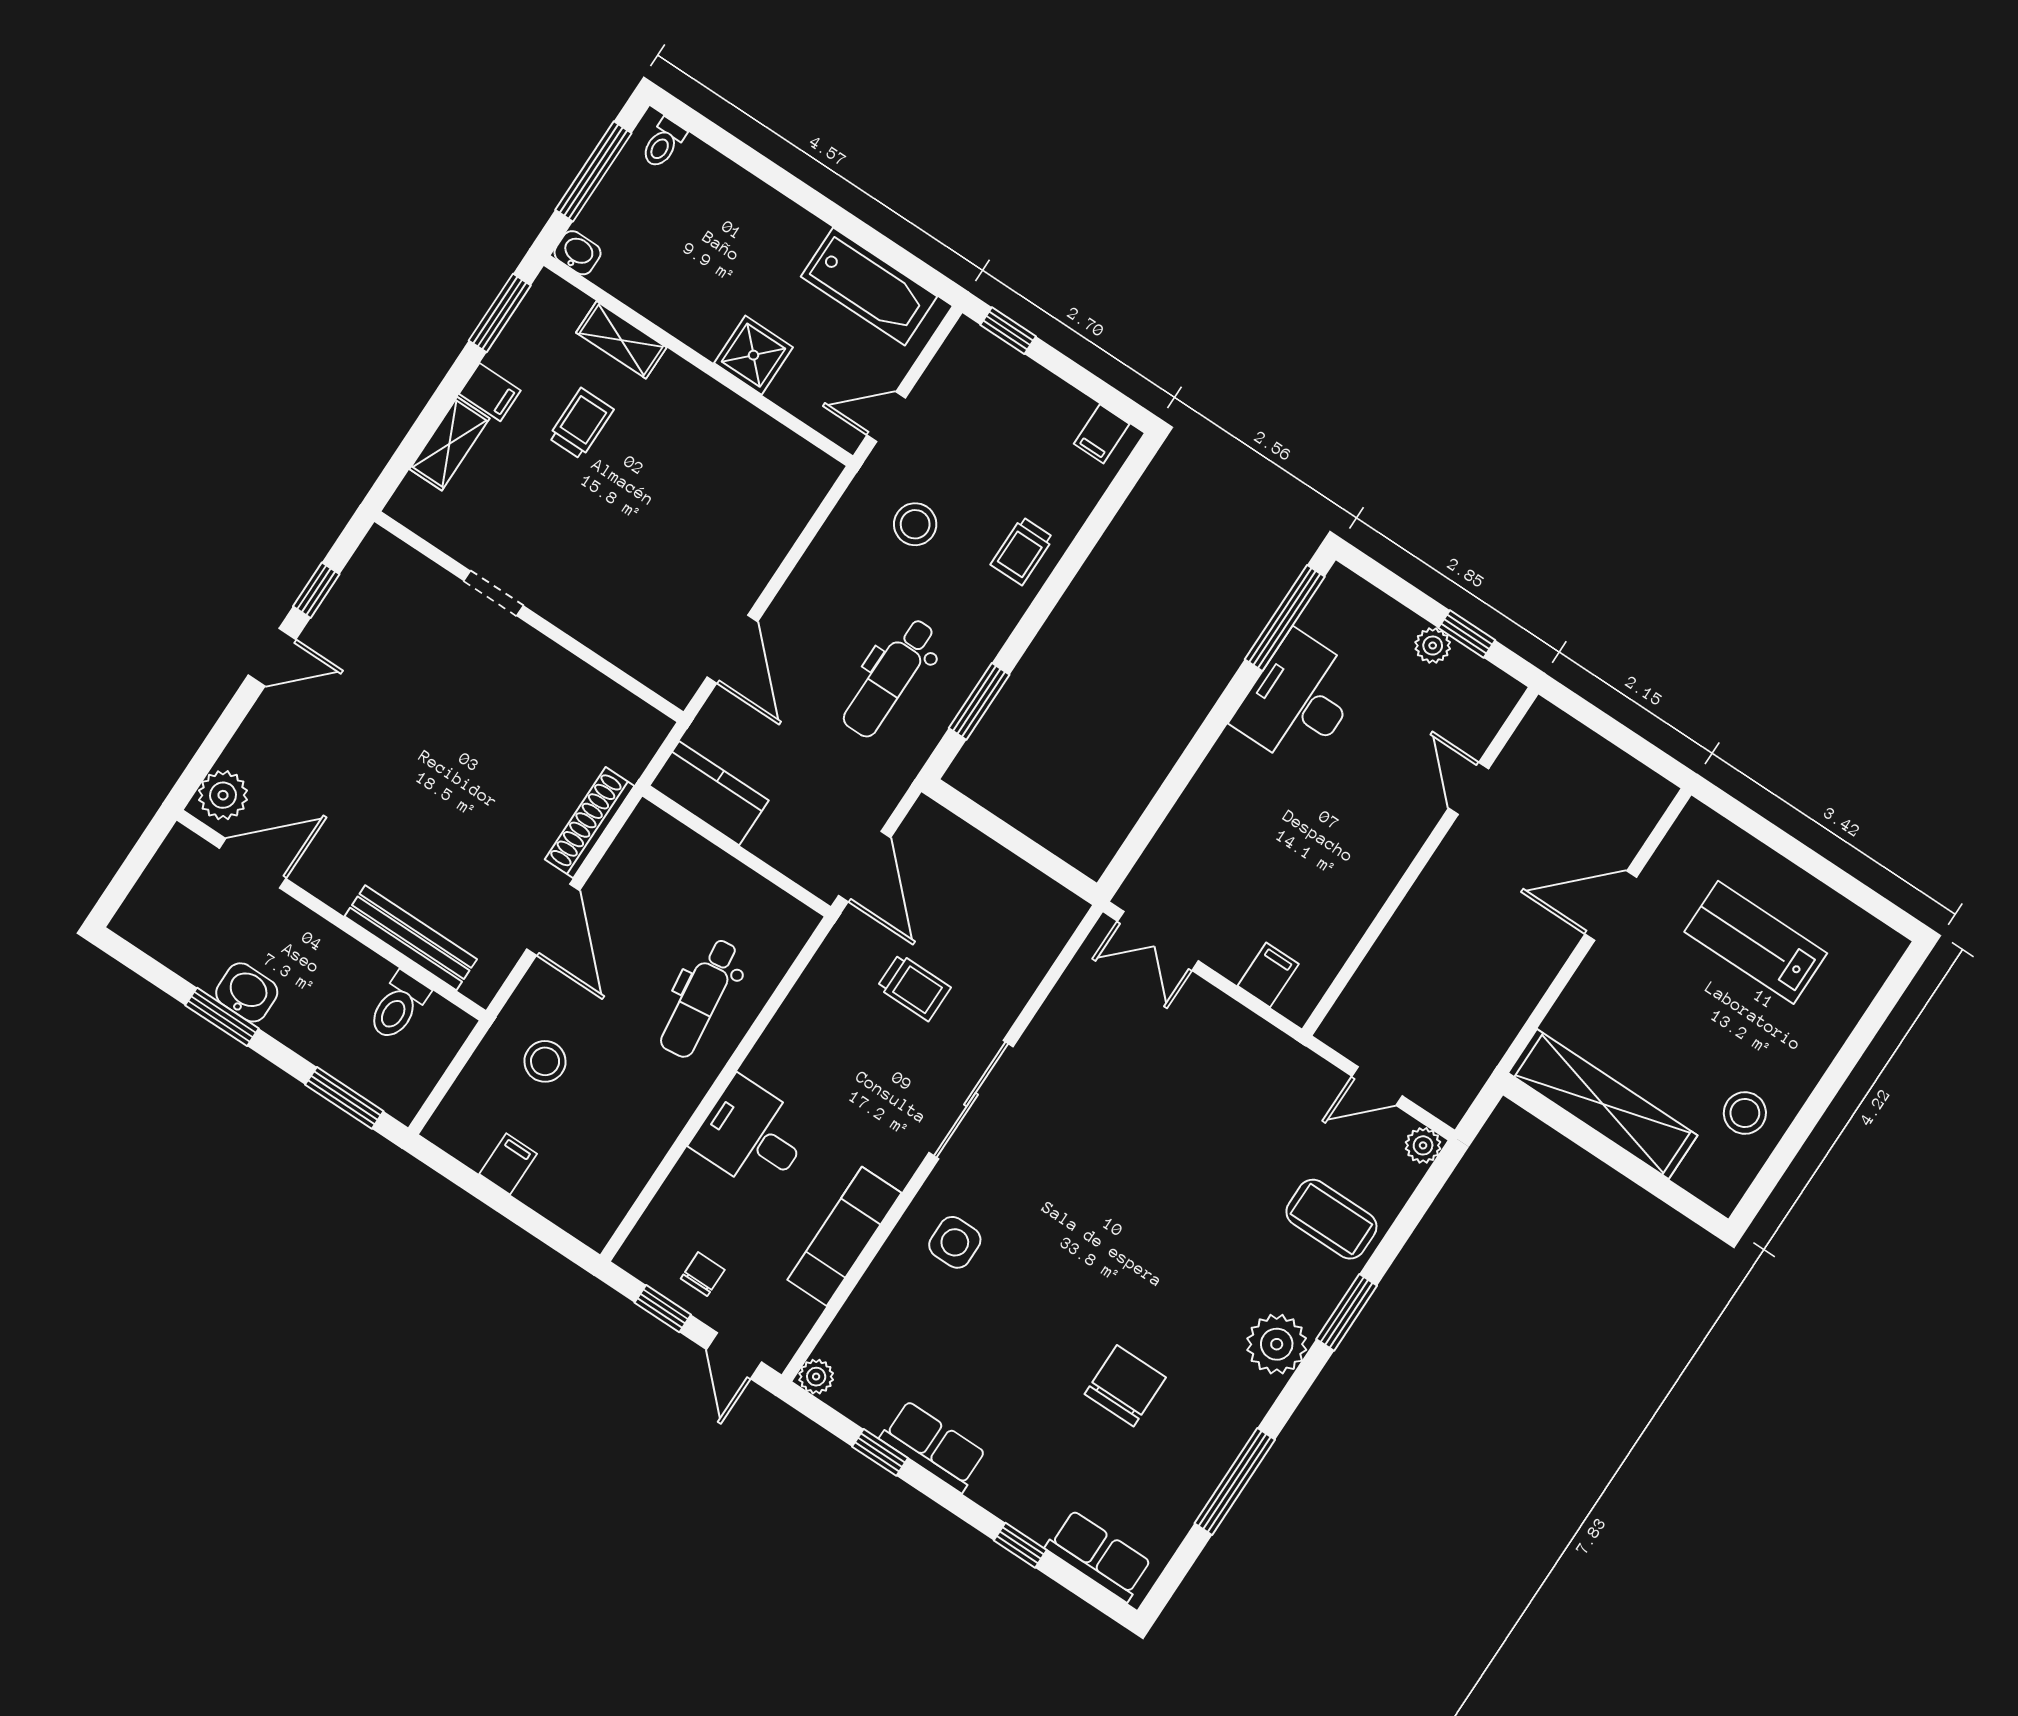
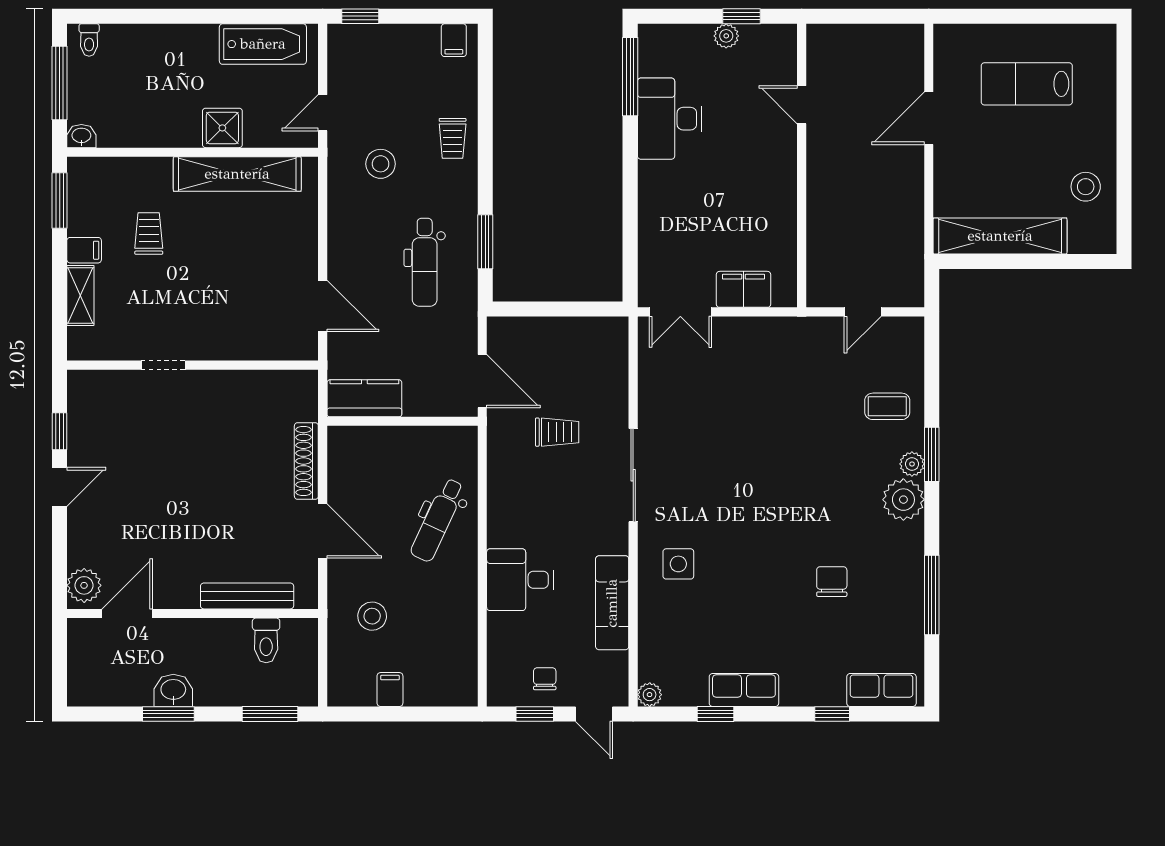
shelving: (621, 340) -> (237, 174), moved, width x2.20, depth x1.33
filing cabinet: (1268, 975) -> (744, 289), width x2.00
dental chair: (700, 998) -> (438, 520), turned 32
plant: (1423, 1145) -> (912, 464), moved
coffee table: (1331, 1219) -> (887, 406), width x0.73, depth x0.77
chair: (1125, 1386) -> (832, 582), width x0.73, depth x0.73

